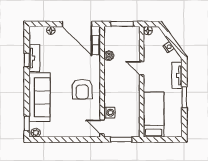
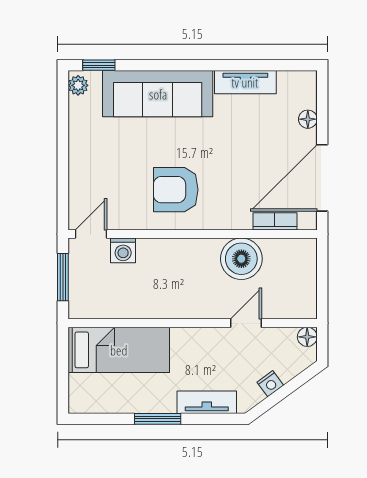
window: (122, 24) -> (322, 279), removed
boiler: (109, 56) -> (241, 259), width x1.86, depth x1.86
window: (27, 60) -> (241, 65), removed
door: (142, 68) -> (246, 323), moved

